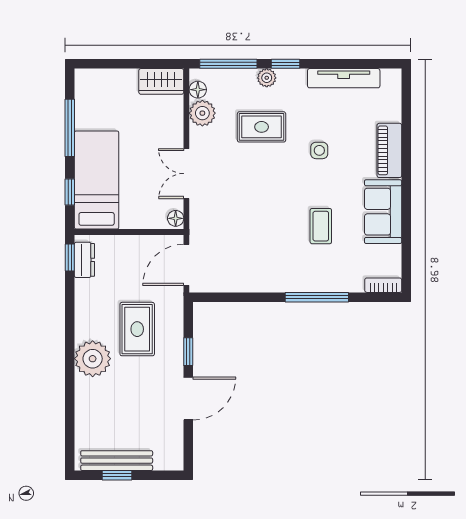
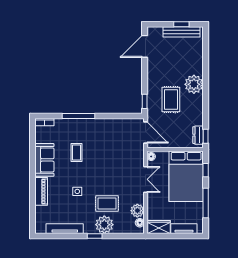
window: (228, 64) -> (124, 236), removed
tv unit: (112, 78) -> (184, 229), added
plant: (267, 78) -> (104, 225), width x1.88, depth x1.88
bed: (97, 180) -> (186, 176), width x1.50
door: (186, 265) -> (146, 132), hinge flipped
window: (188, 352) -> (145, 101), moved
door: (188, 399) -> (145, 46), moved

